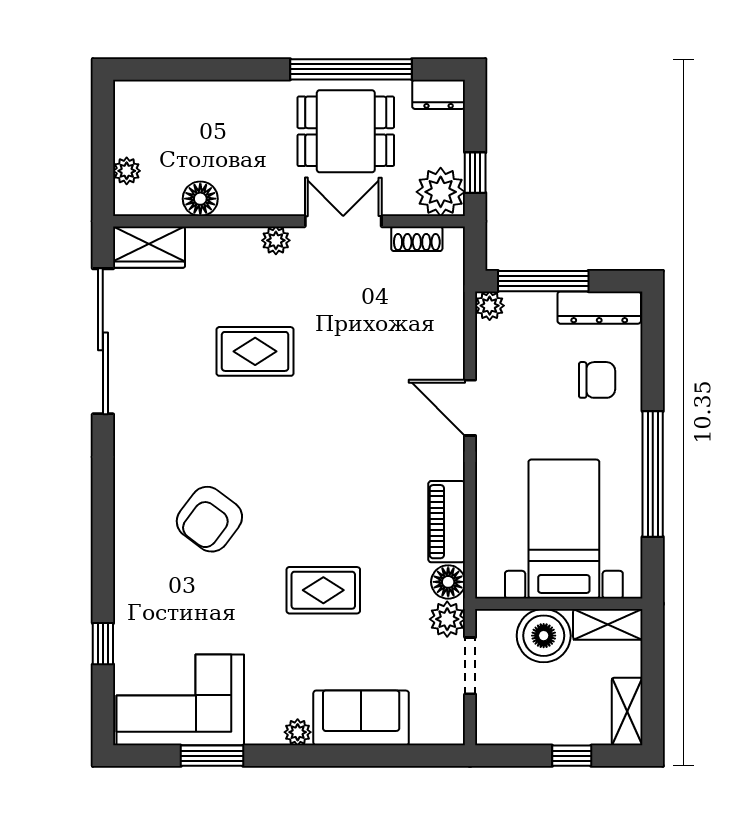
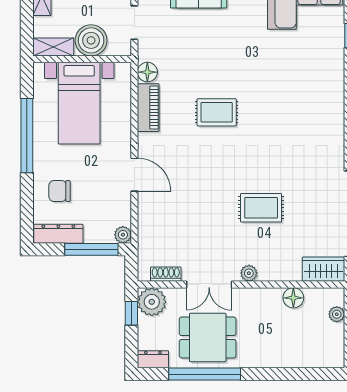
armchair: (209, 519) -> (288, 109), removed
rug: (323, 590) -> (217, 112), moved
plant: (447, 619) -> (148, 50), removed

